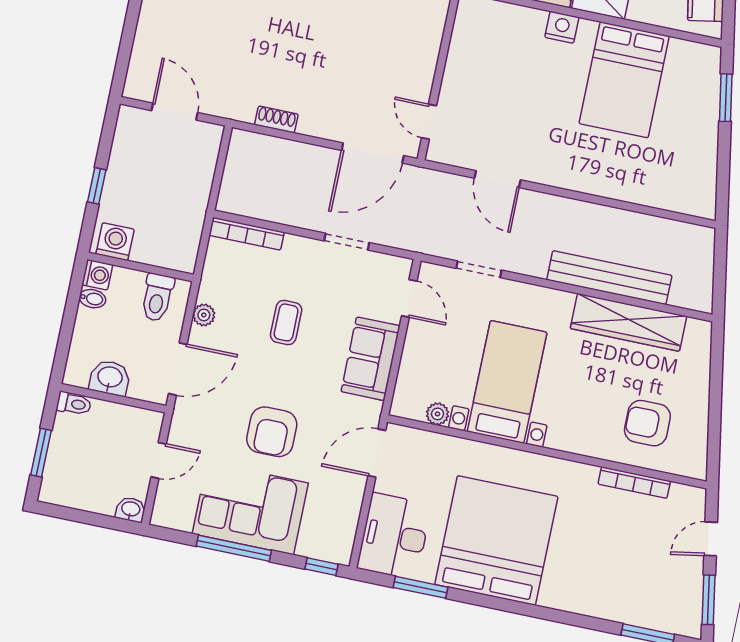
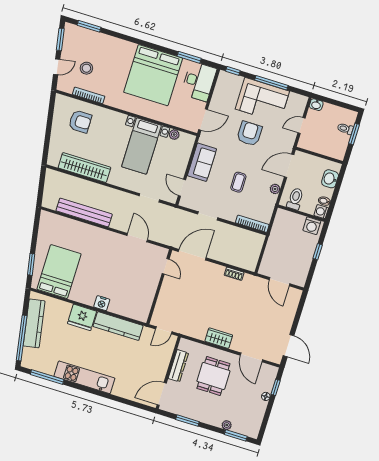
bed: (624, 80) -> (59, 272), moved
bench: (609, 278) -> (84, 212), moved
washbasin: (110, 378) -> (330, 179), moved, turned 90
toilet: (74, 404) -> (345, 129), moved
stool: (645, 542) -> (86, 68), added

